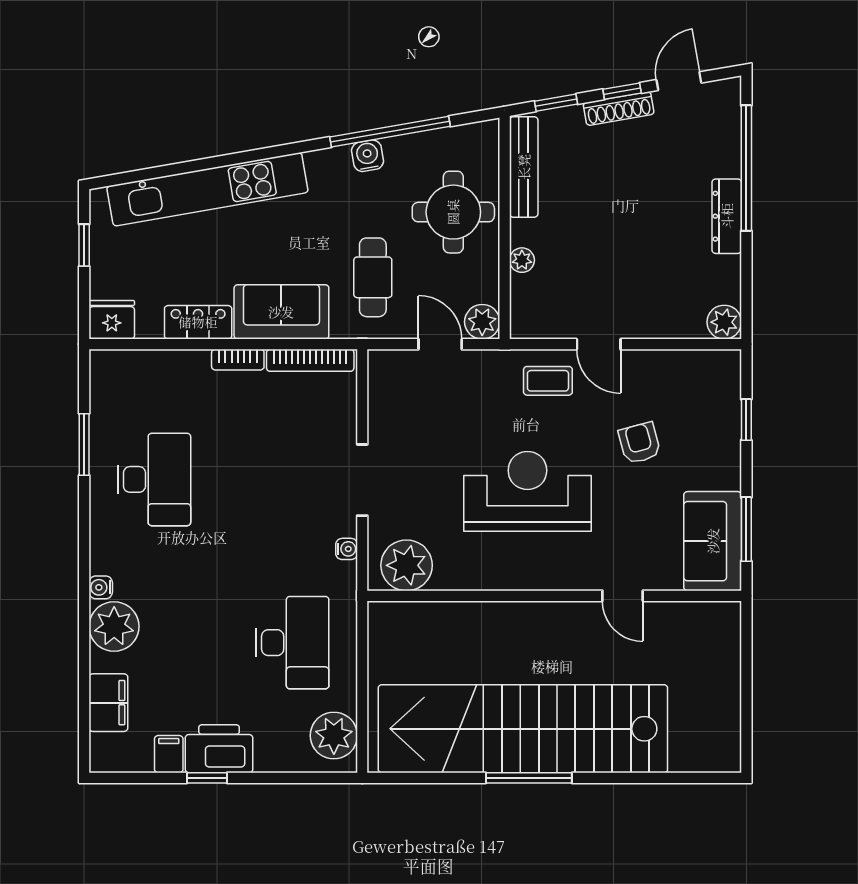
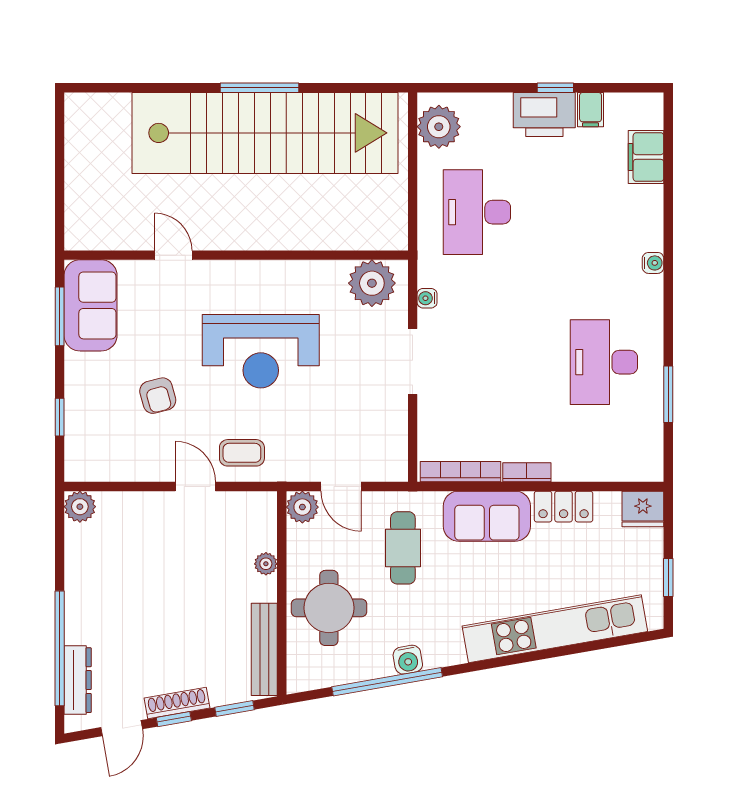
dresser: (727, 216) -> (78, 680), moved
plant: (114, 626) -> (641, 227), removed

